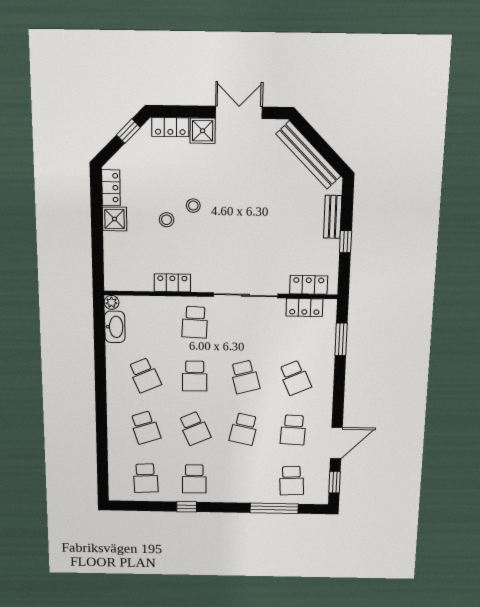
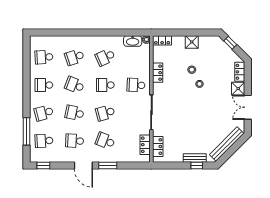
double door: (239, 112) -> (248, 107), swing flipped
window: (128, 131) -> (230, 43), moved
locker: (111, 188) -> (162, 40), moved
window: (345, 242) -> (197, 165), moved
window: (341, 339) -> (108, 165), moved
school desk: (295, 378) -> (105, 141), turned 45
school desk: (194, 428) -> (75, 85), turned 45
door: (336, 443) -> (83, 165), moved
school desk: (243, 480) -> (44, 113), added
window: (187, 507) -> (27, 81), removed

